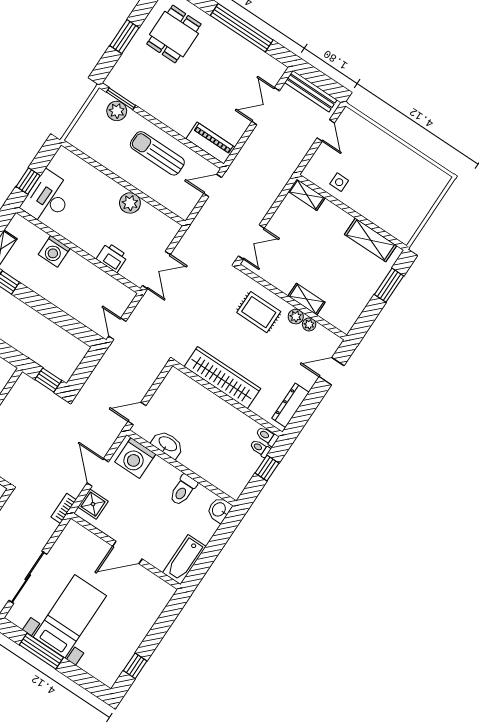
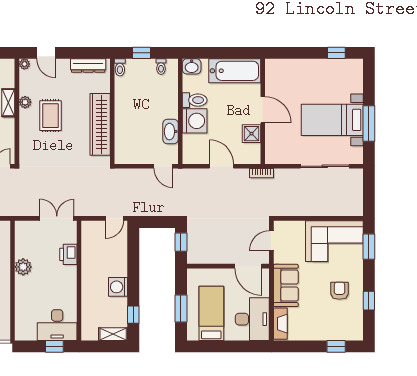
washing machine: (54, 251) -> (118, 287), moved, turned 180
rug: (259, 312) -> (50, 116), moved
plant: (309, 324) -> (24, 64), moved
toilet: (260, 448) -> (161, 67), moved
washing machine: (135, 458) -> (195, 121), moved
door: (98, 472) -> (221, 166), swing flipped
shower: (93, 504) -> (251, 134), moved
bathtub: (184, 560) -> (235, 71), width x1.36, depth x1.36

